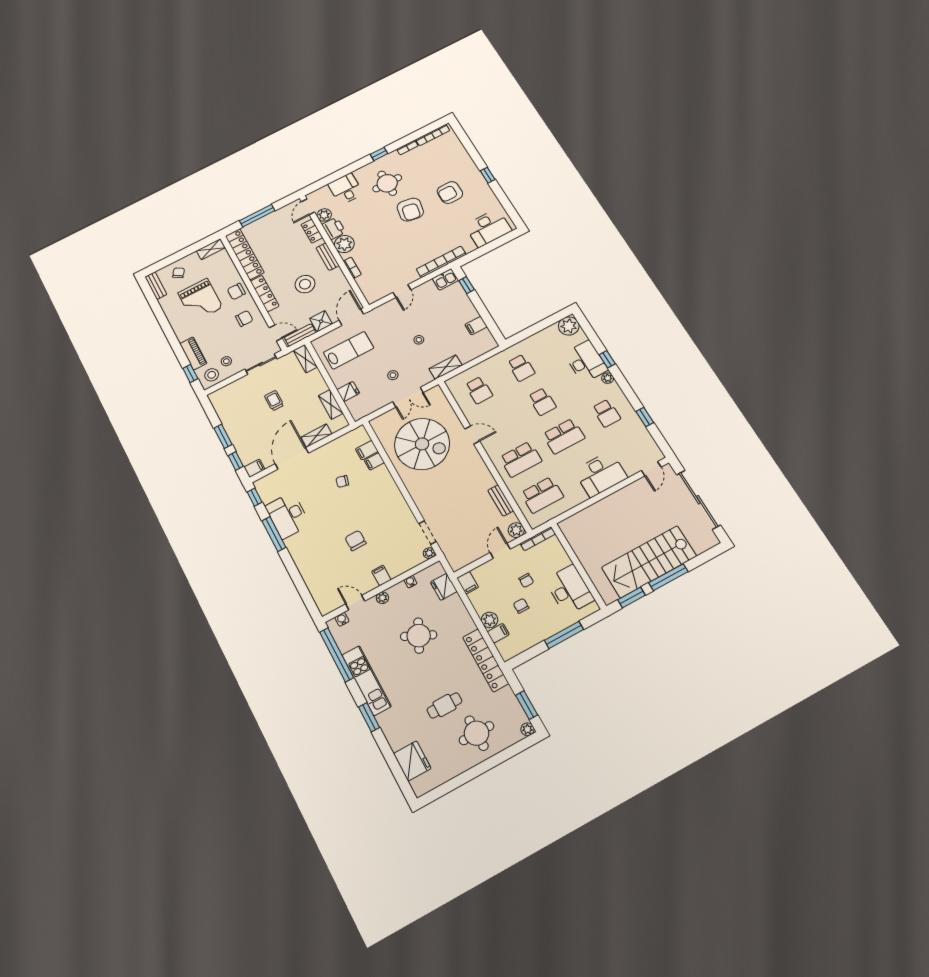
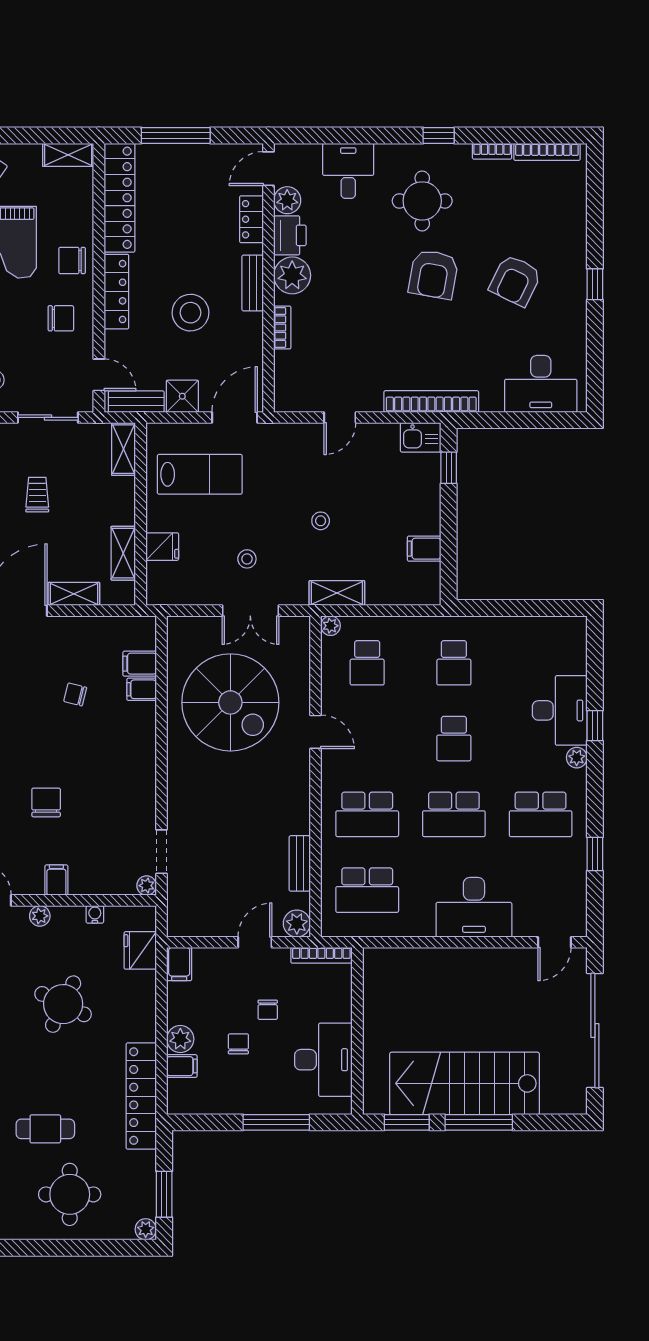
armchair: (450, 193) -> (515, 280), turned -64
plant: (569, 326) -> (331, 626), moved, width x0.53, depth x0.53
school desk: (606, 413) -> (541, 814), width x1.85

